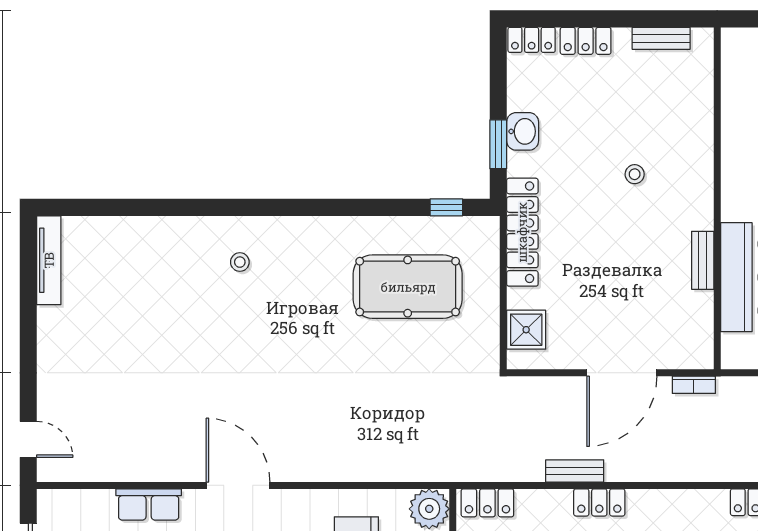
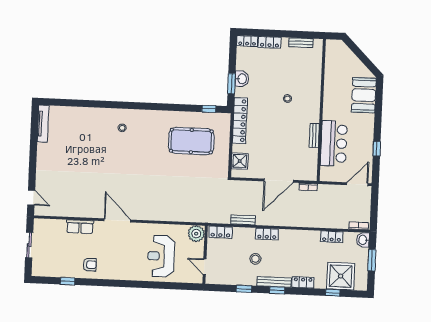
bench: (575, 471) -> (243, 220), moved

